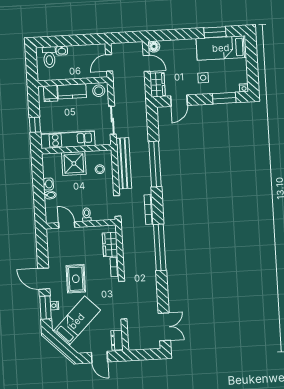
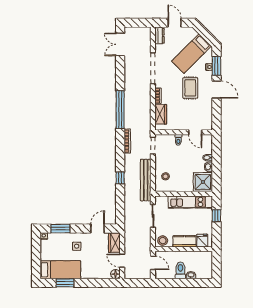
toilet: (49, 57) -> (180, 270), moved
door: (109, 63) -> (153, 263), hinge flipped
shower: (74, 163) -> (203, 182), moved
window: (155, 164) -> (120, 178), width x0.32

